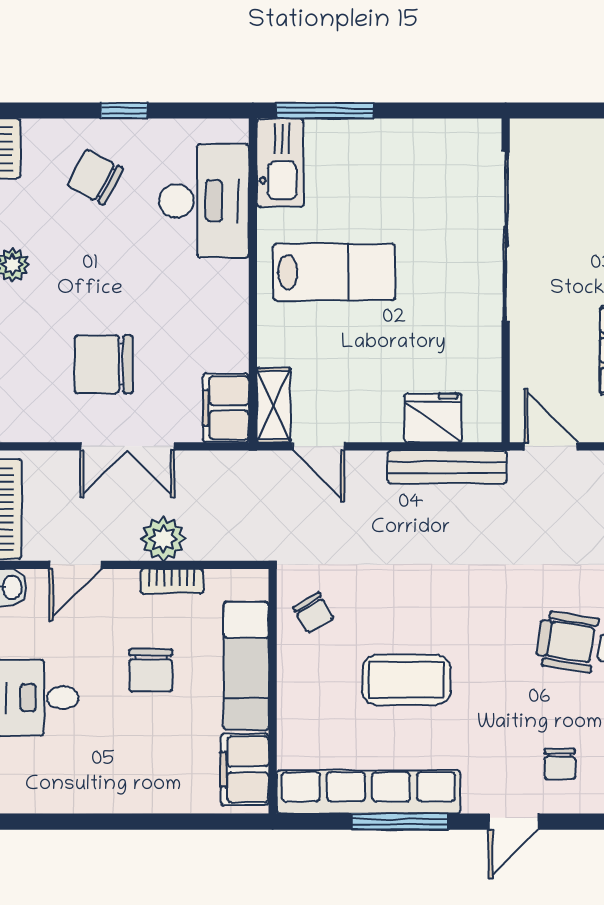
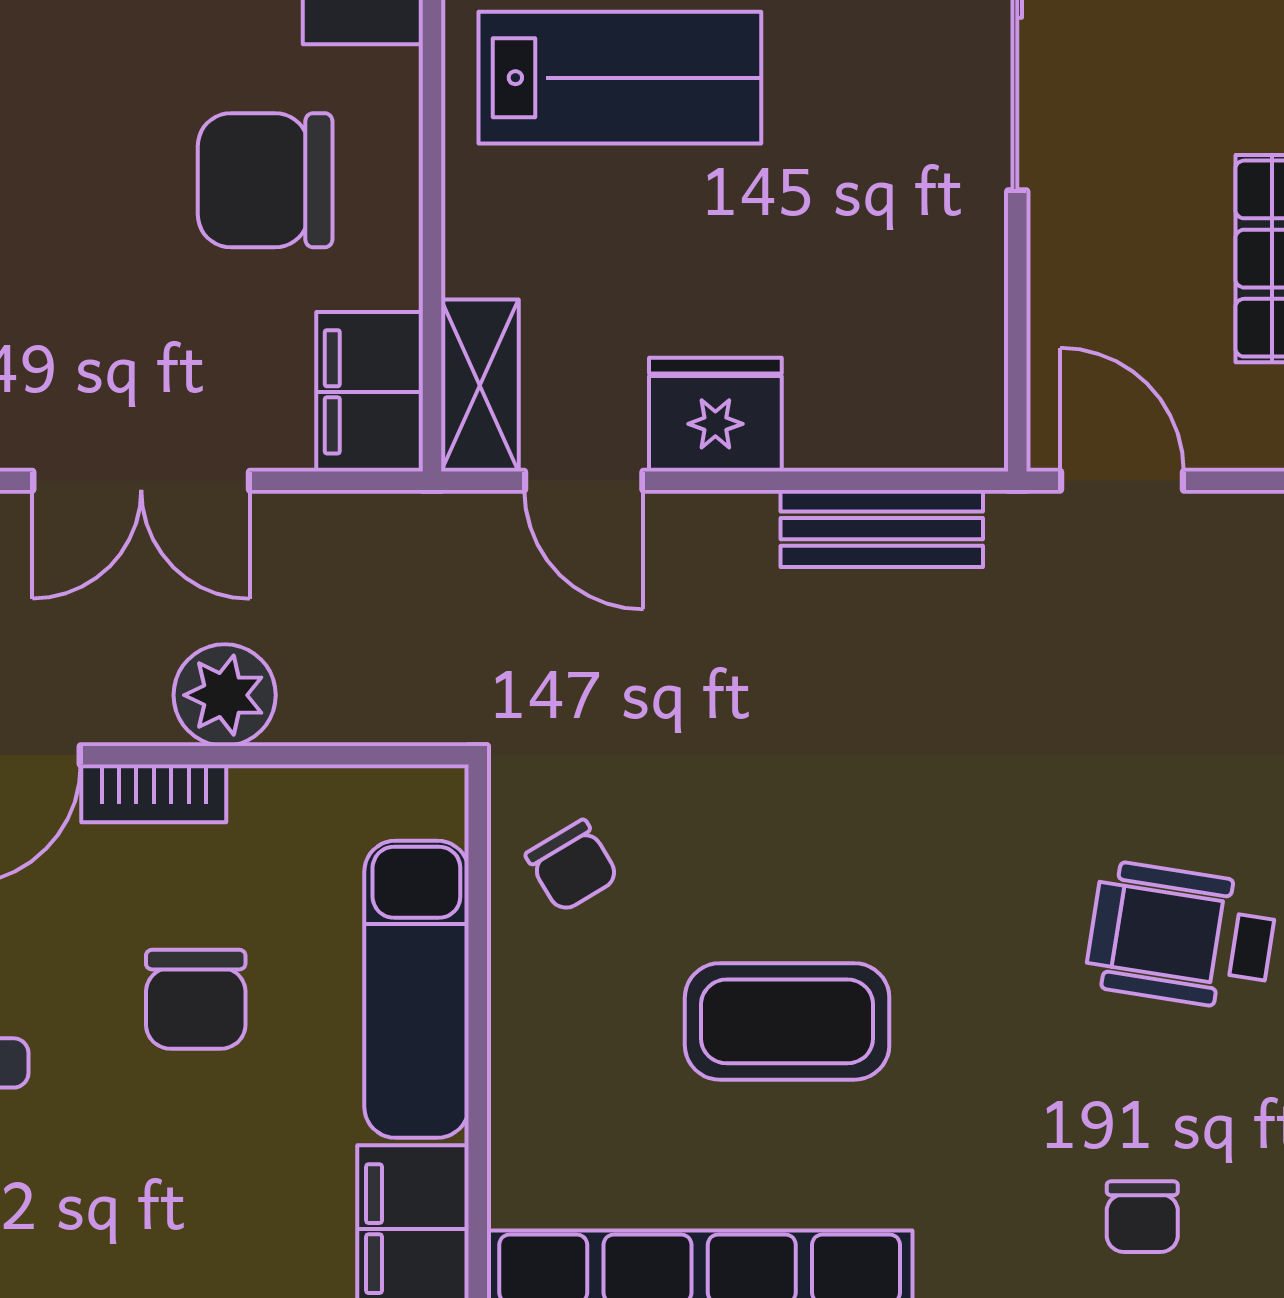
chair: (104, 364) -> (265, 180), moved
fridge: (433, 418) -> (715, 415), moved
bench: (447, 467) -> (882, 529), width x0.73
bookcase: (172, 581) -> (154, 793), moved

